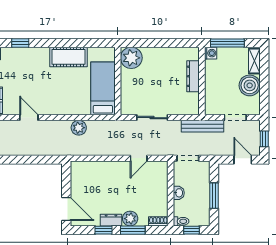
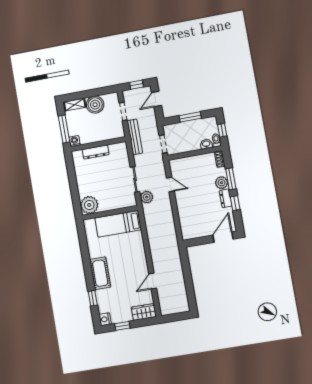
cot: (69, 57) -> (100, 273), moved
plant: (79, 128) -> (147, 197), moved
washbasin: (179, 193) -> (206, 144), moved

